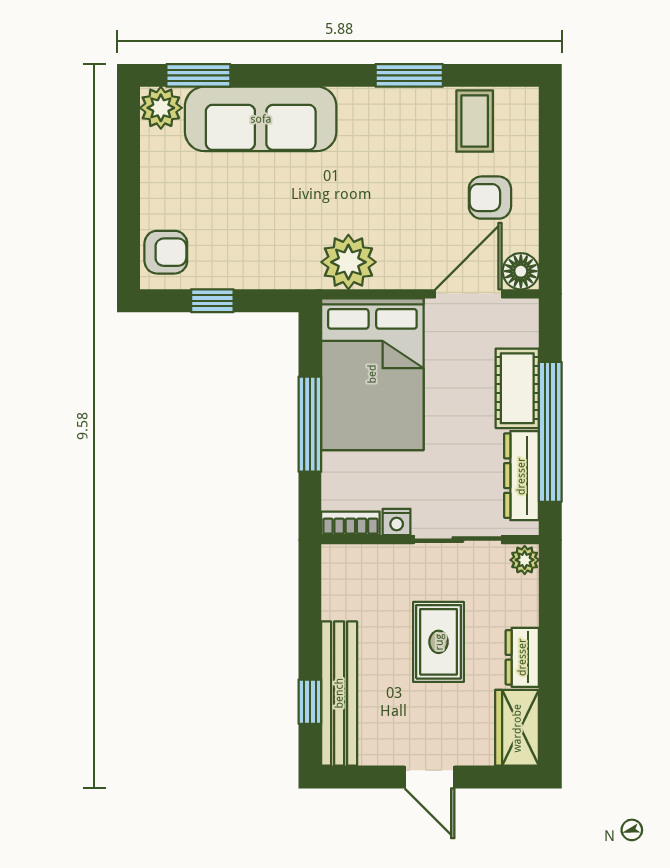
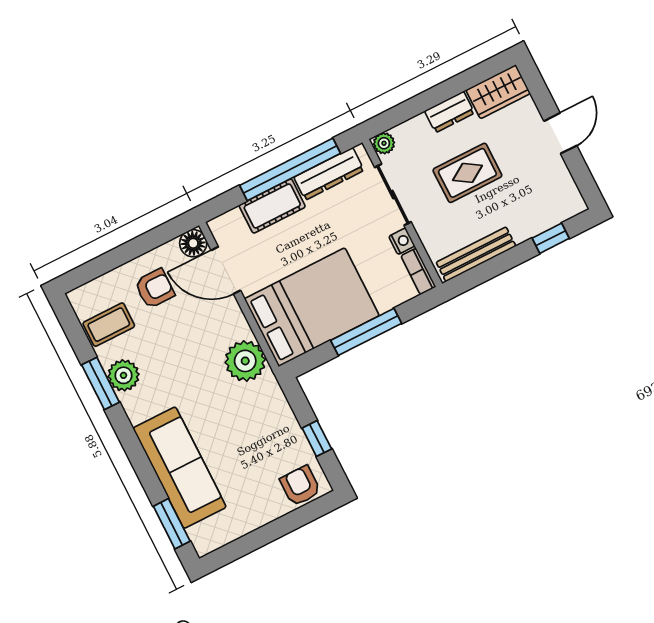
plant: (161, 108) -> (123, 375), moved
armchair: (490, 198) -> (155, 289), turned -90
bench: (339, 693) -> (476, 254), moved, width x0.73, depth x0.82

